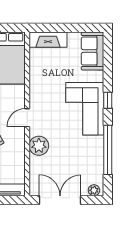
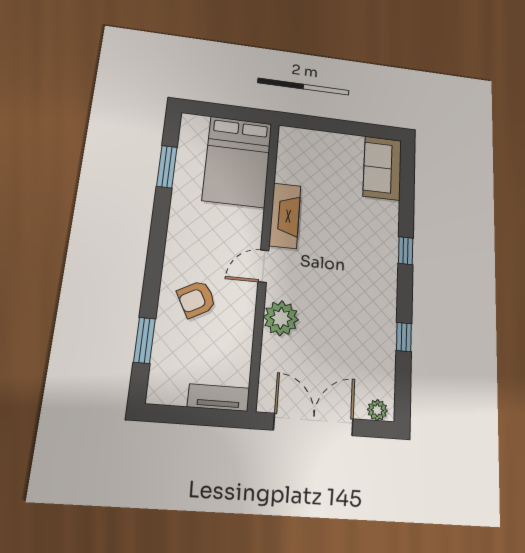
fireplace: (48, 40) -> (285, 216), moved, turned -90
corner sofa: (85, 109) -> (366, 261), removed
window: (108, 150) -> (404, 337), width x0.32

